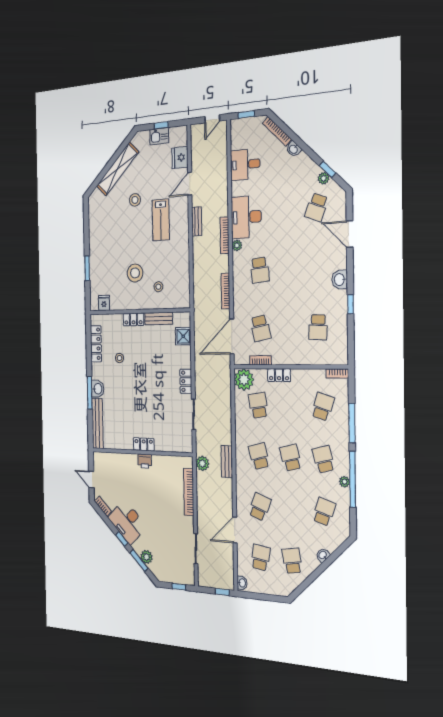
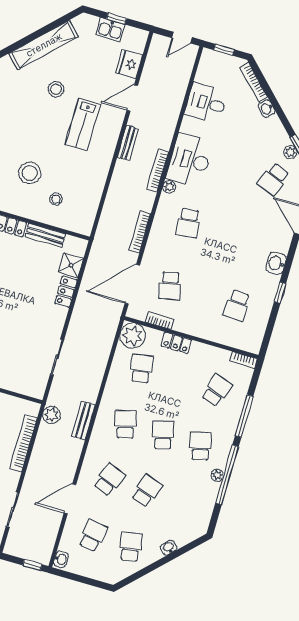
locker: (186, 381) -> (66, 292), moved
school desk: (324, 512) -> (147, 491), moved

